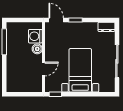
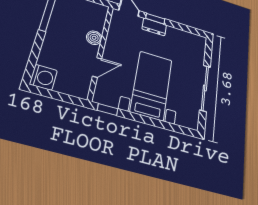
dresser: (106, 27) -> (154, 27), moved
washing machine: (35, 36) -> (43, 77), moved, turned 180

